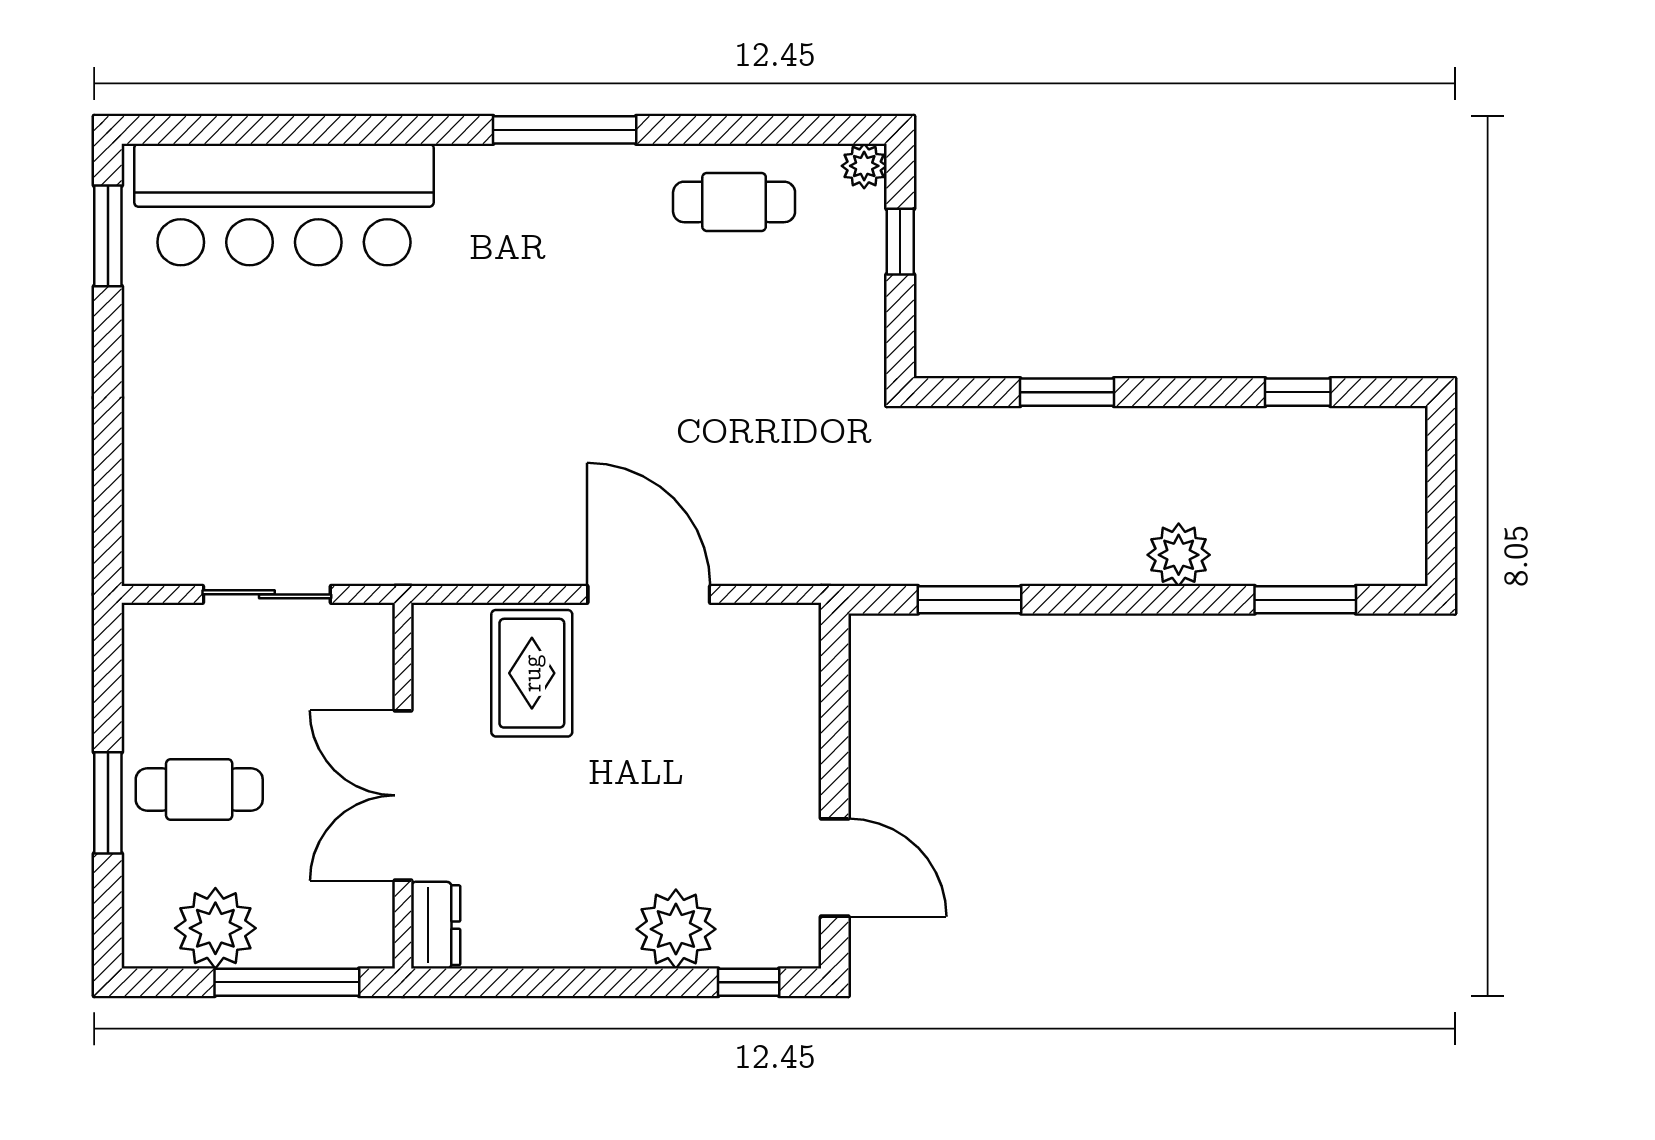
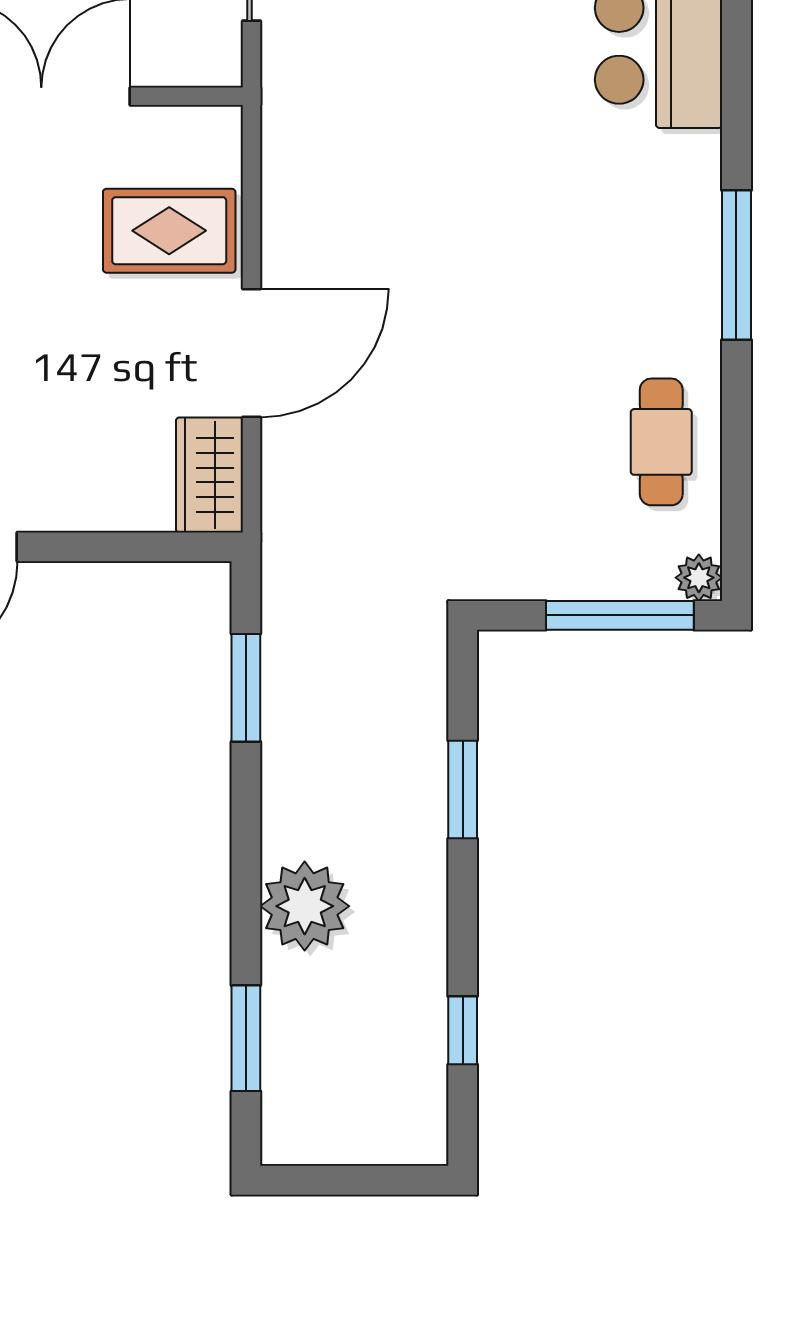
window: (900, 242) -> (620, 615), width x2.17
plant: (1179, 555) -> (305, 906), width x1.36, depth x1.36
wardrobe: (766, 635) -> (209, 475), added

